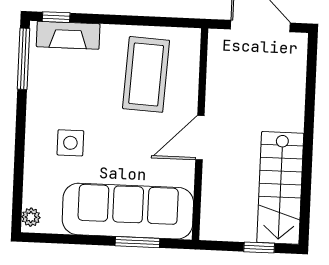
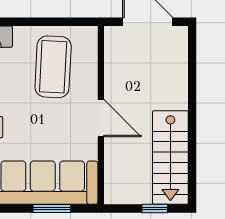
door: (200, 138) -> (101, 118), swing flipped

